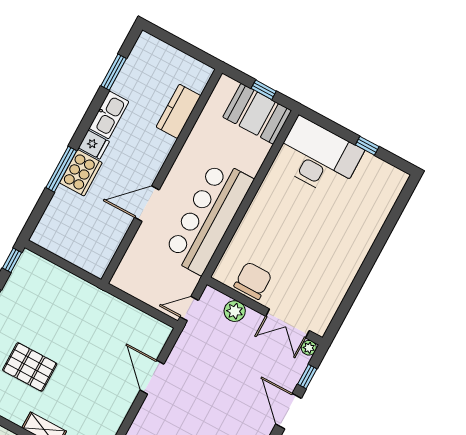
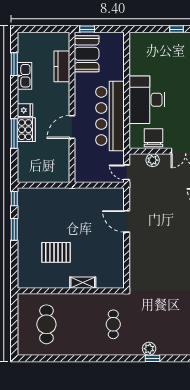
window: (264, 90) -> (87, 29), moved
booth: (257, 114) -> (87, 54), moved, turned 90
kitchen sink: (109, 115) -> (24, 76), moved
desk: (318, 157) -> (147, 100), moved, turned -90
door: (189, 309) -> (127, 172), hinge flipped

